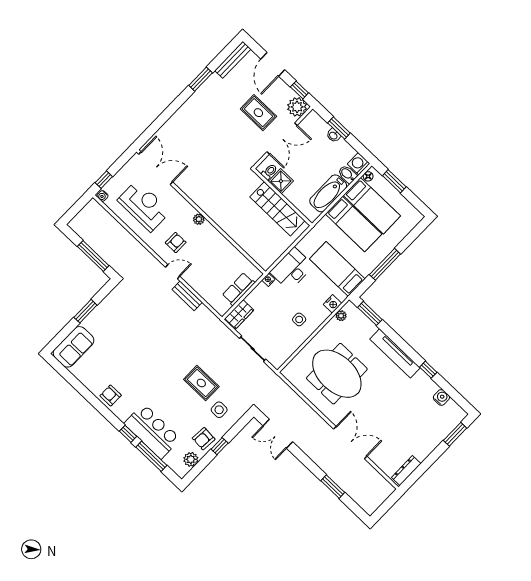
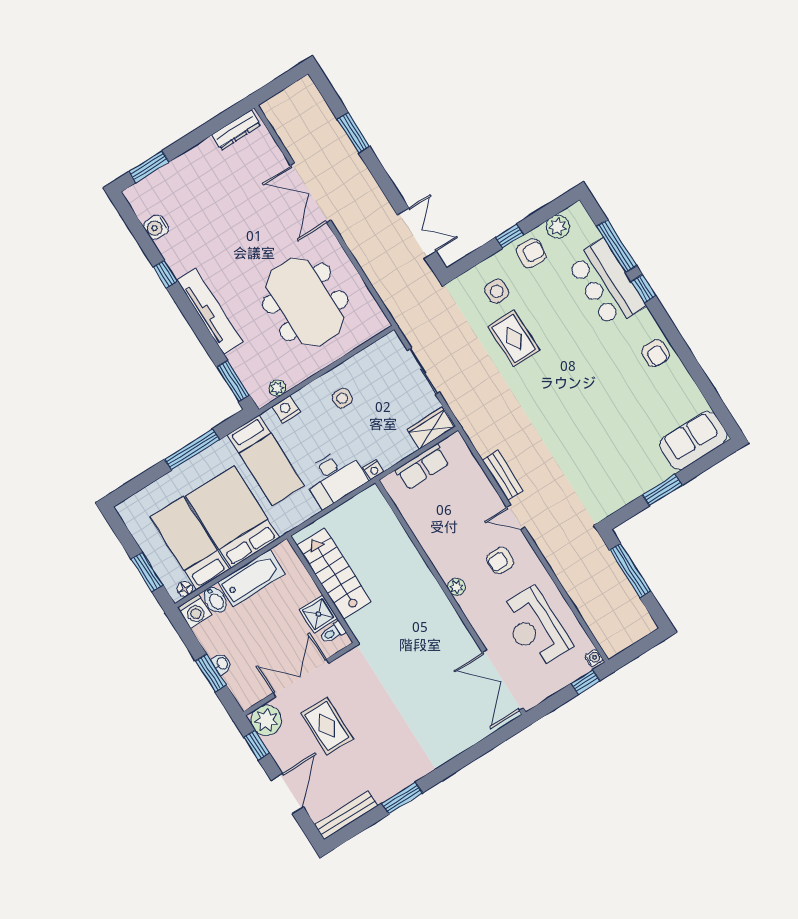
bed: (354, 224) -> (233, 517), width x1.50

